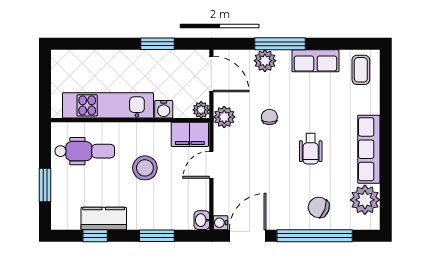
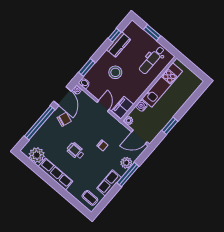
plant: (224, 117) -> (118, 127), removed
stool: (145, 168) -> (115, 72), moved
chair: (319, 207) -> (64, 119), moved
window: (157, 236) -> (87, 68), moved

